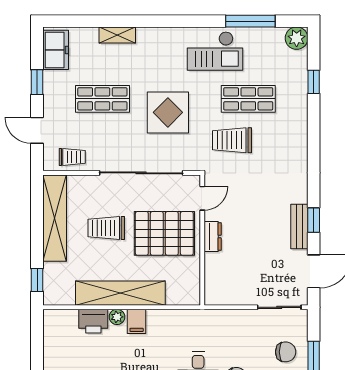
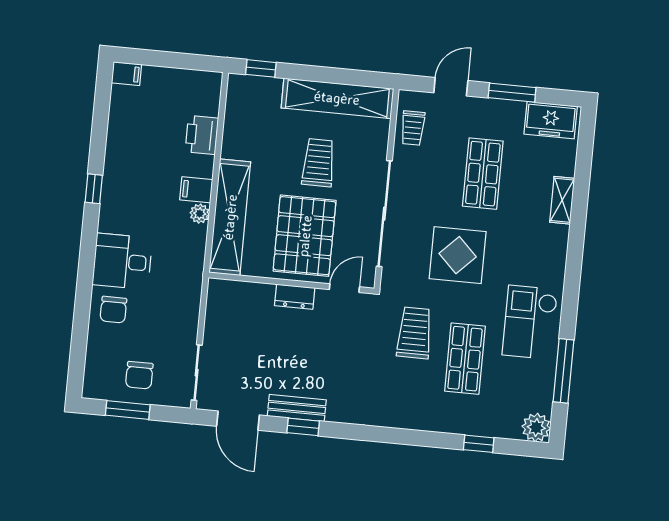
window: (37, 82) -> (512, 93), width x1.50
door: (202, 198) -> (344, 288), swing flipped
shelving: (120, 293) -> (230, 217), moved
plant: (117, 317) -> (200, 214), moved

